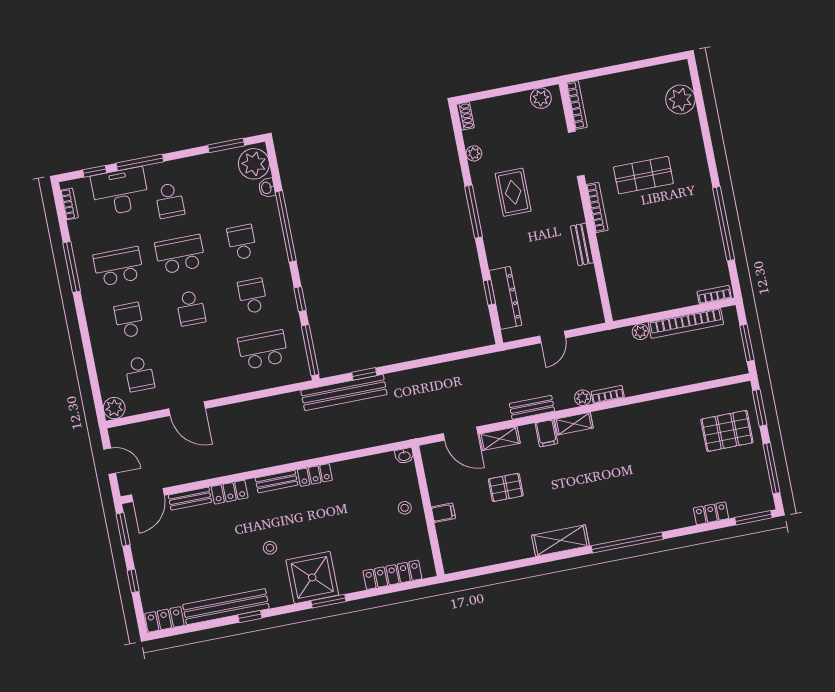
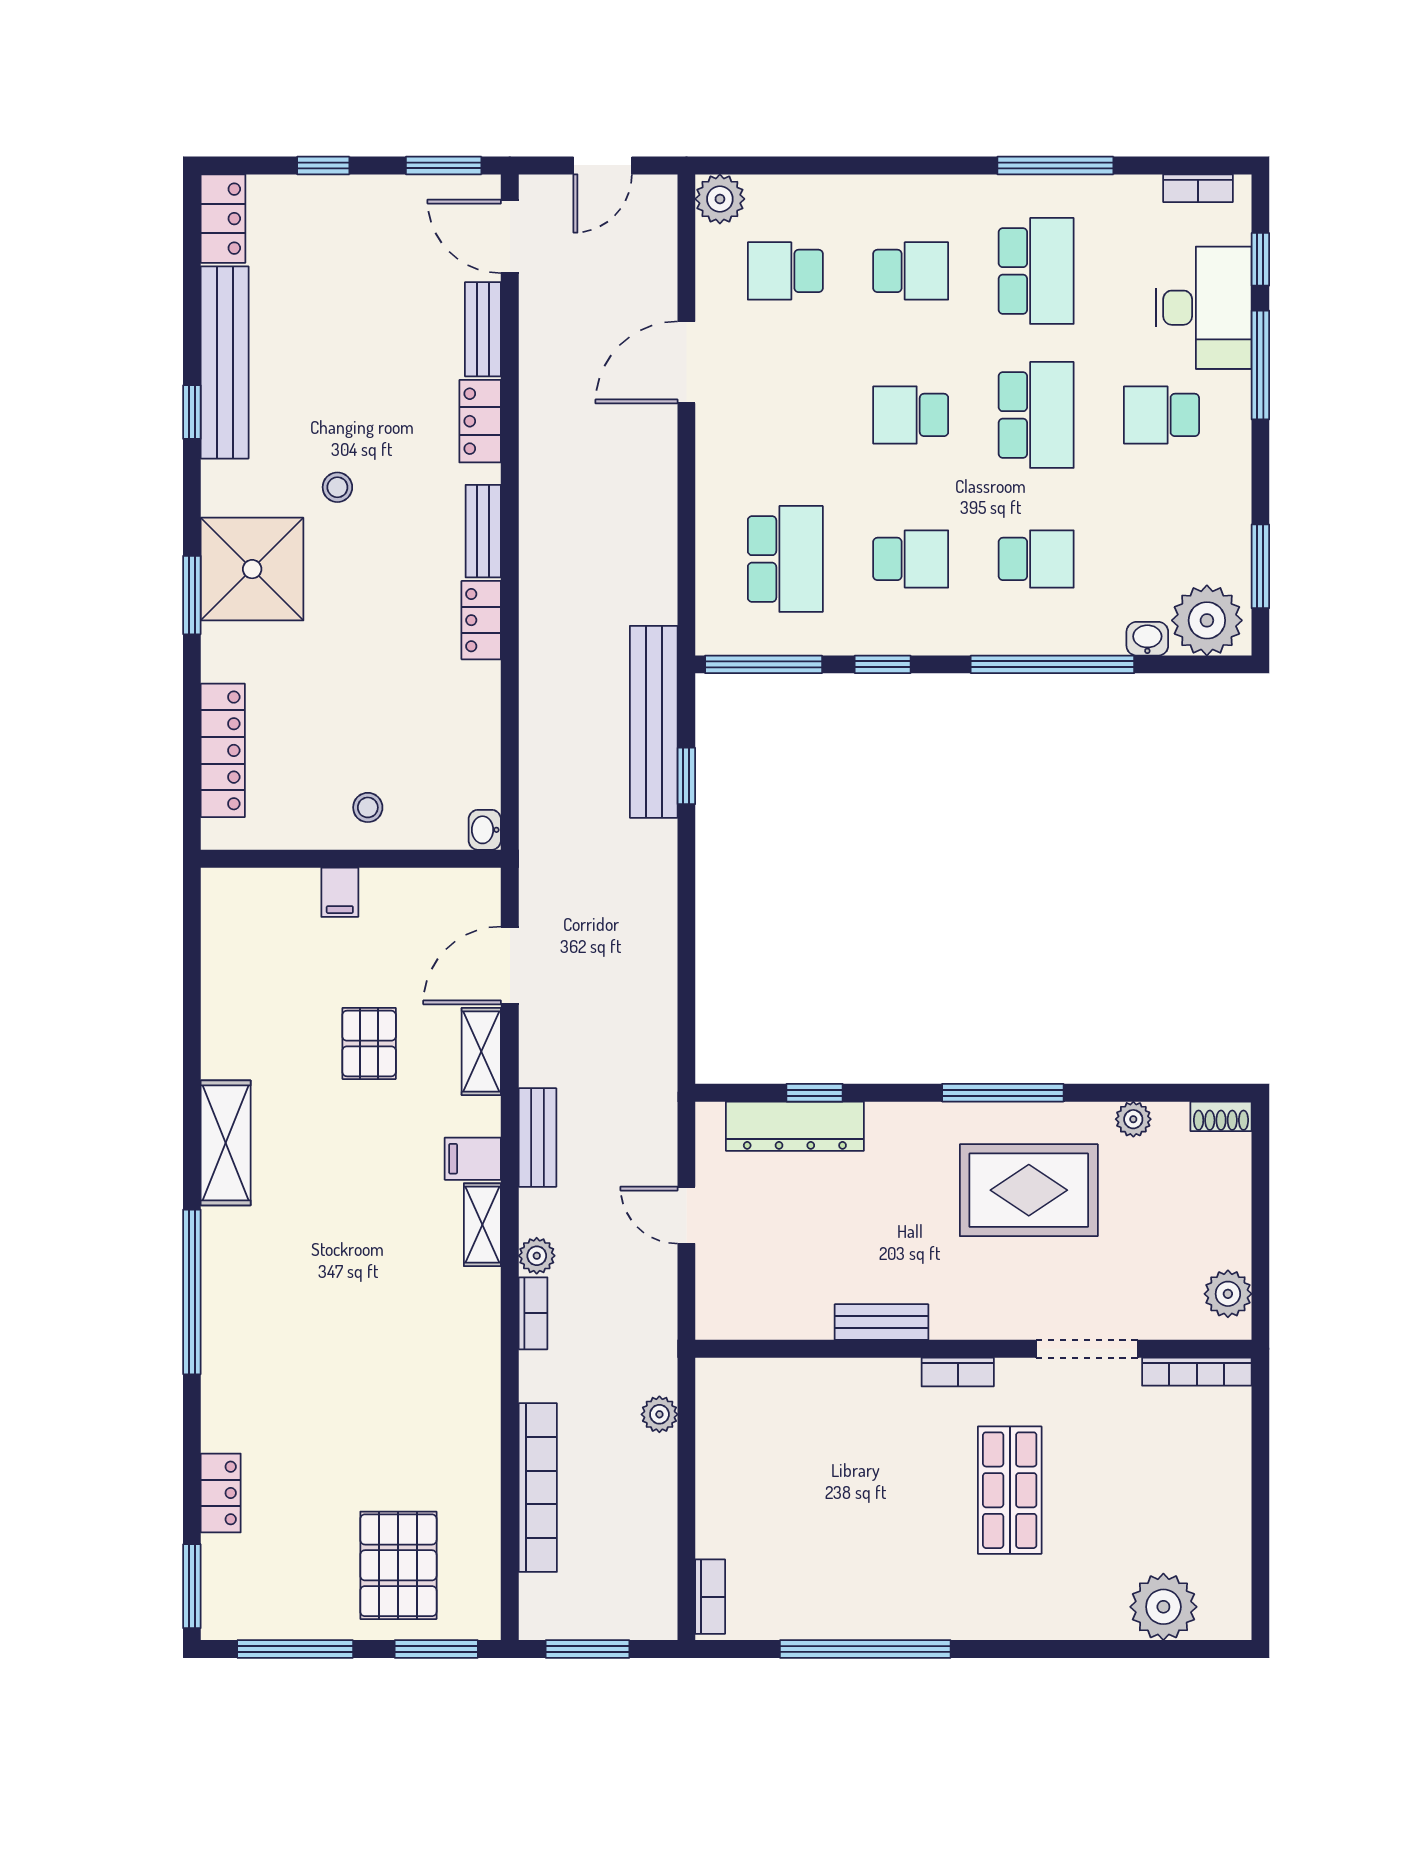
rug: (513, 192) -> (1029, 1190), width x1.36, depth x1.43
bookcase: (597, 207) -> (958, 1372), width x0.64
bookcase: (686, 323) -> (538, 1488), moved, turned 180

